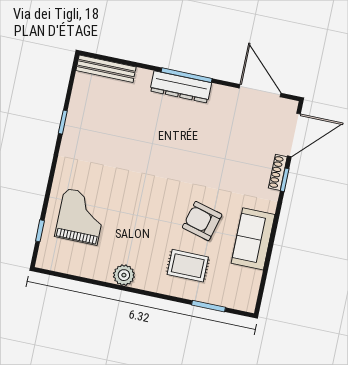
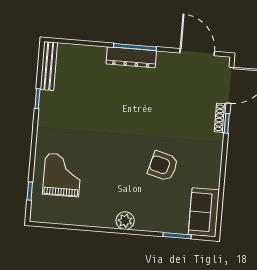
bench: (106, 69) -> (49, 66), moved, turned 90
sofa: (253, 239) -> (204, 212), moved
rug: (188, 266) -> (156, 204), removed
plant: (124, 275) -> (125, 221), moved

